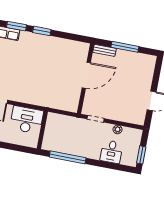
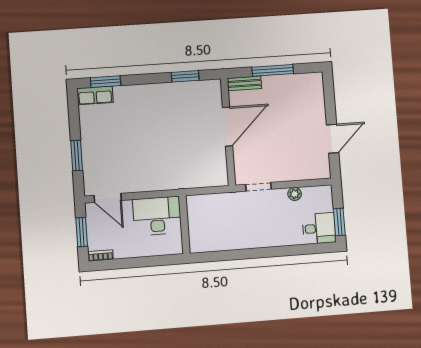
window: (42, 31) -> (185, 76), moved
desk: (111, 152) -> (319, 228), moved, turned -90
window: (68, 157) -> (233, 255), removed

